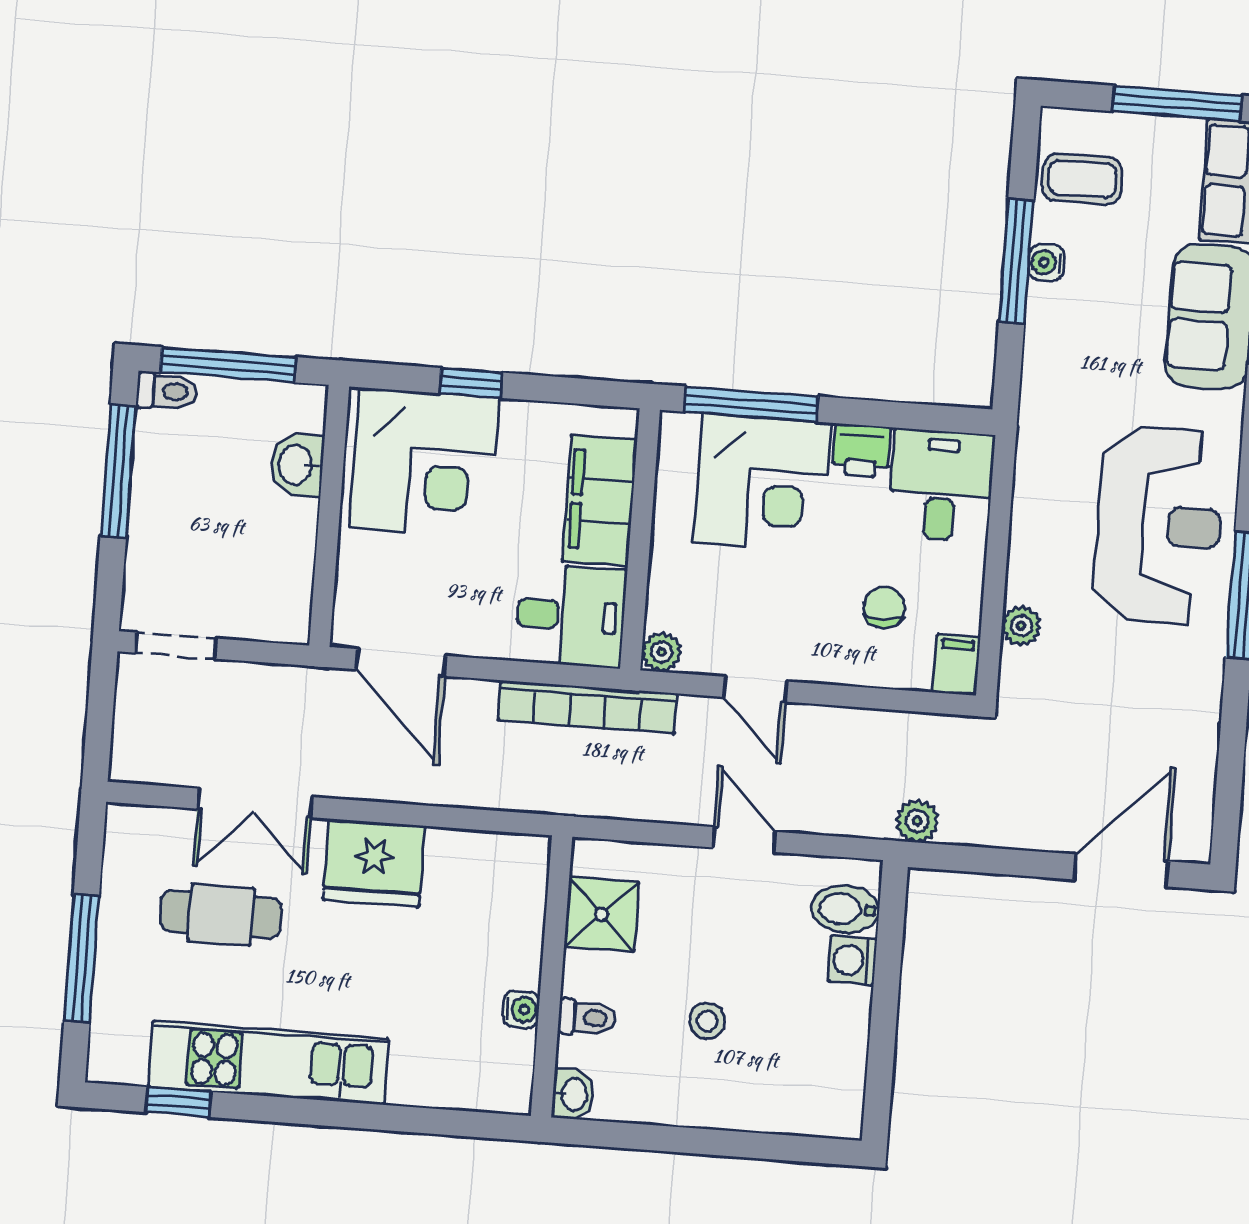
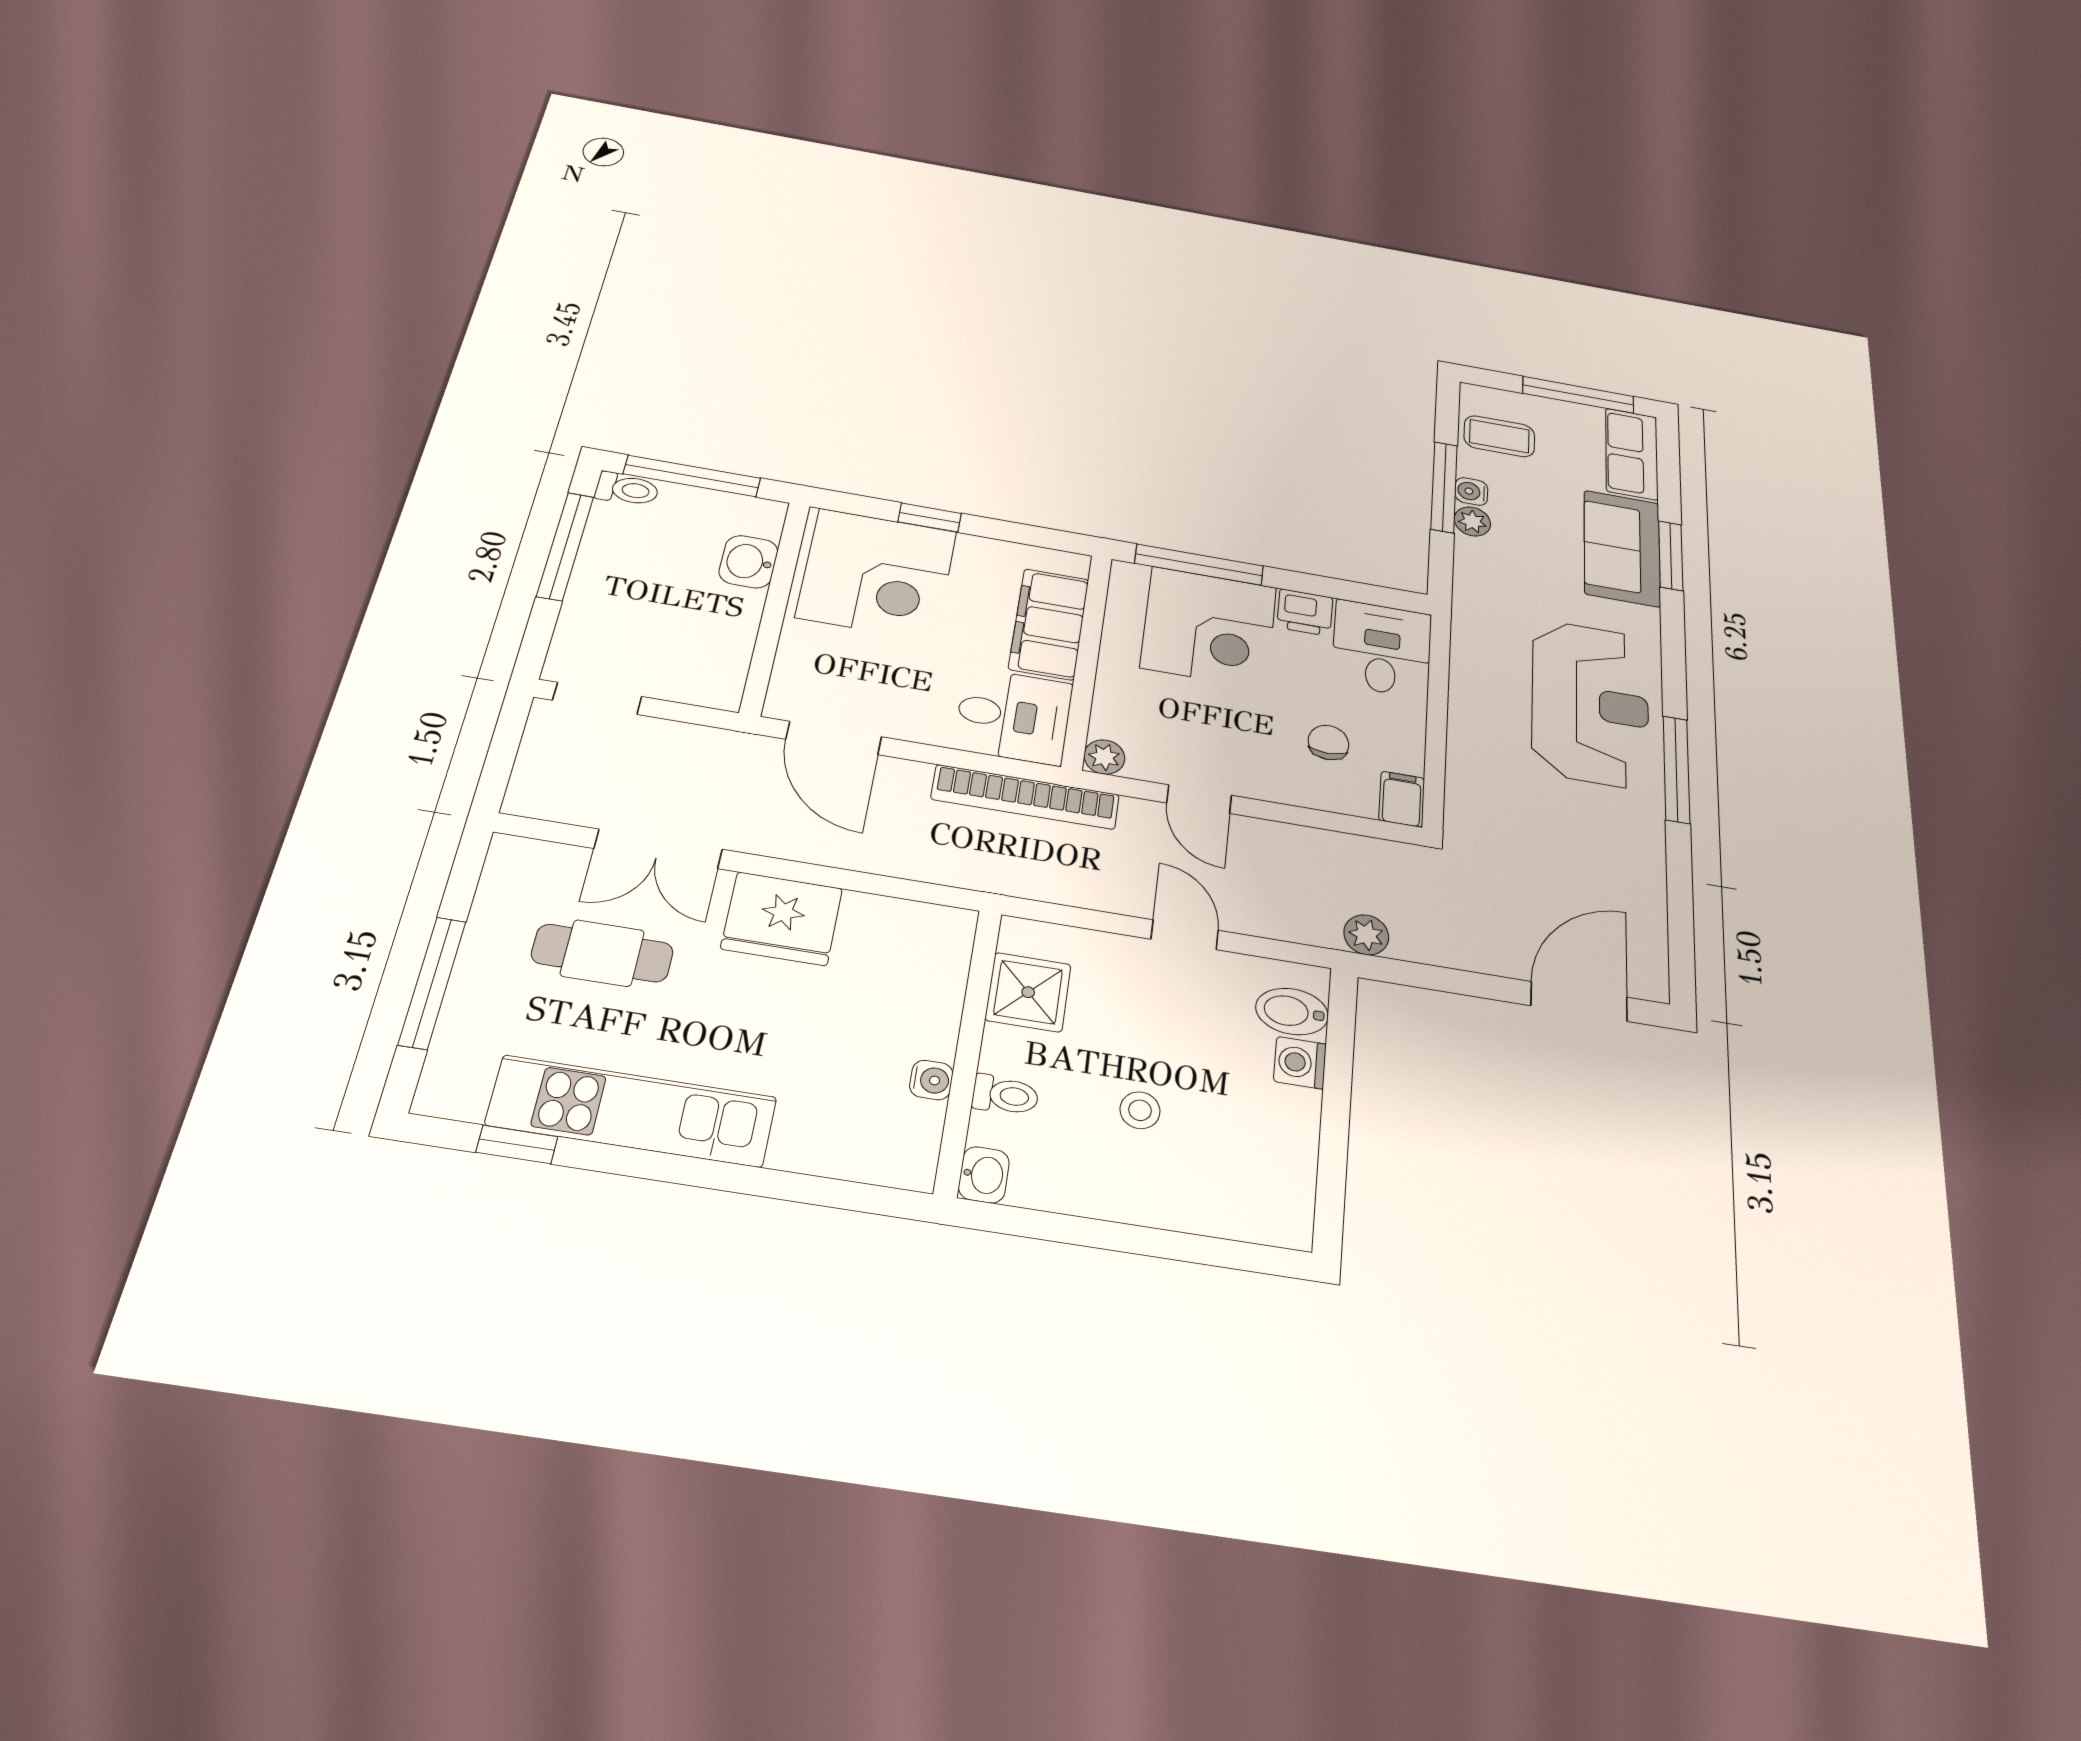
plant: (1021, 626) -> (1472, 521), moved

